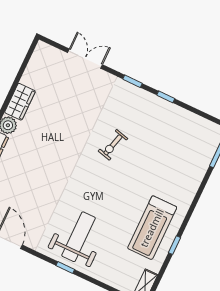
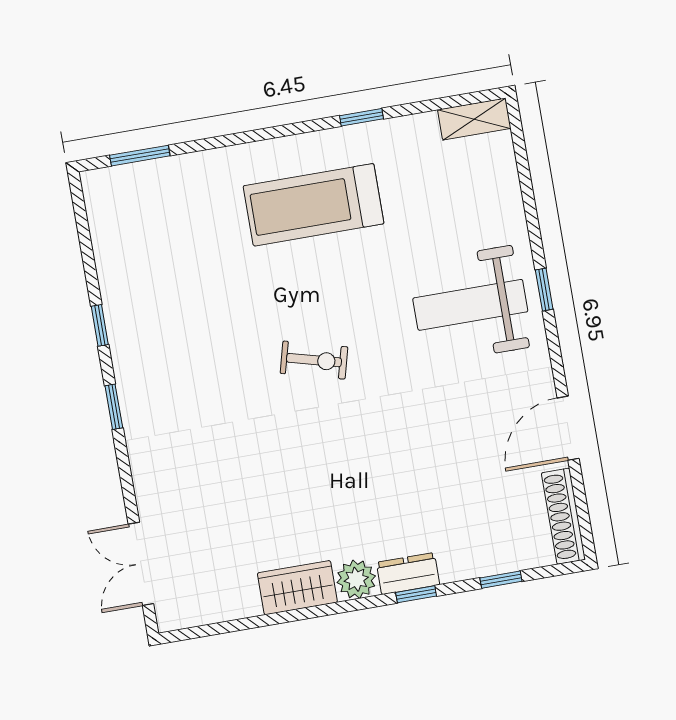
double door: (85, 59) -> (141, 564), moved
exercise bike: (113, 145) -> (314, 360), moved
treadmill: (152, 228) -> (314, 205), moved, turned 180

